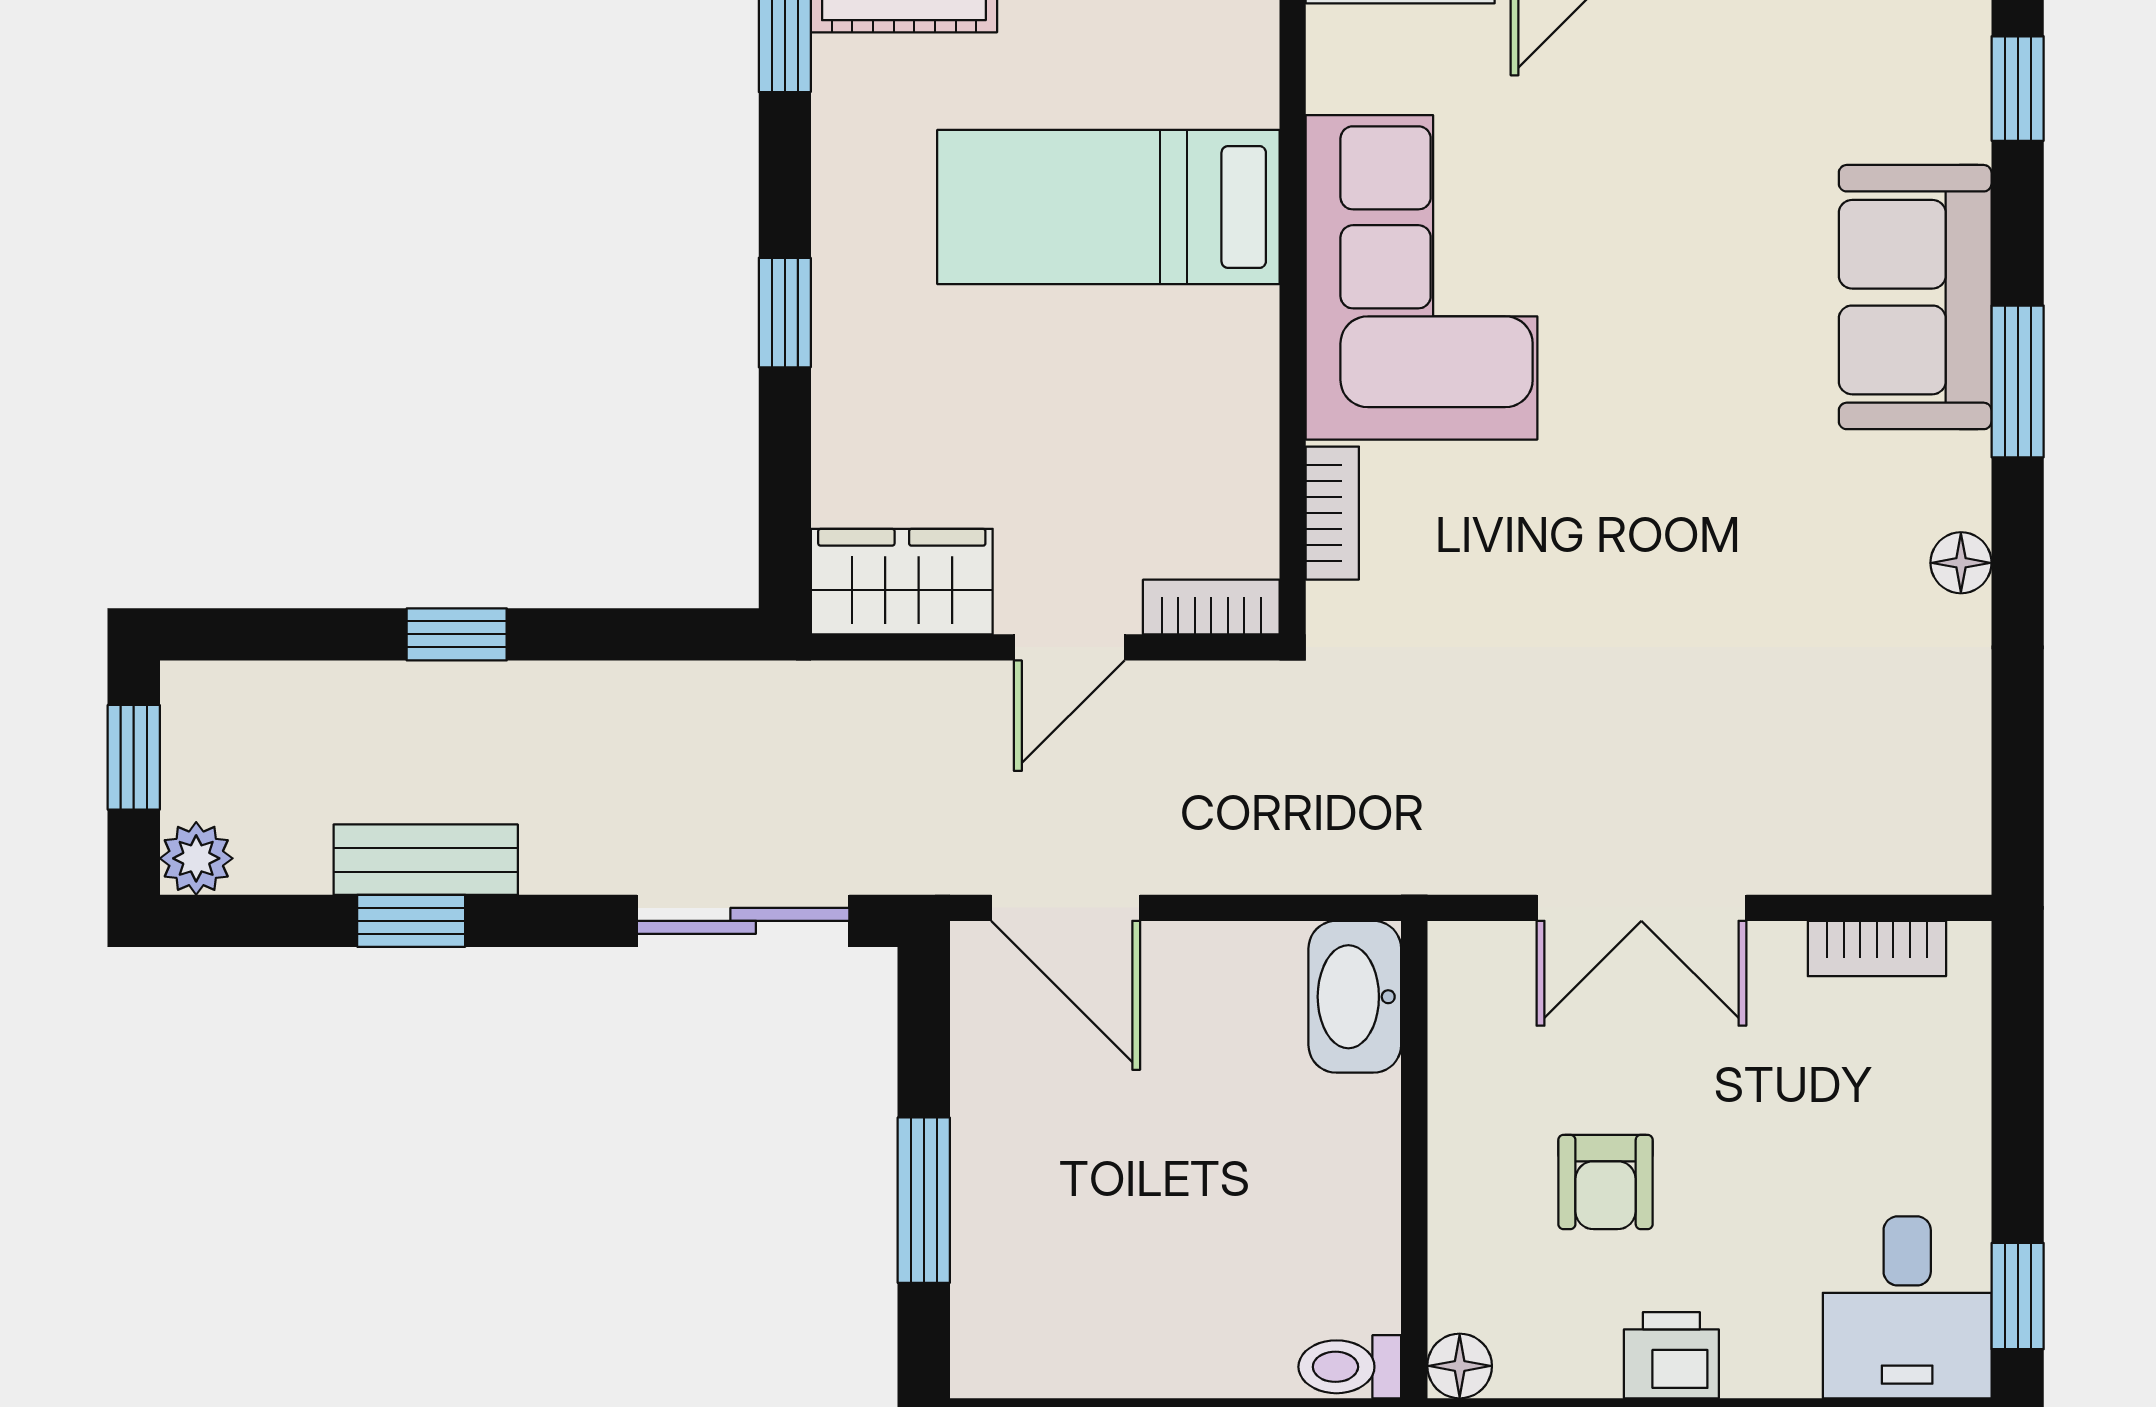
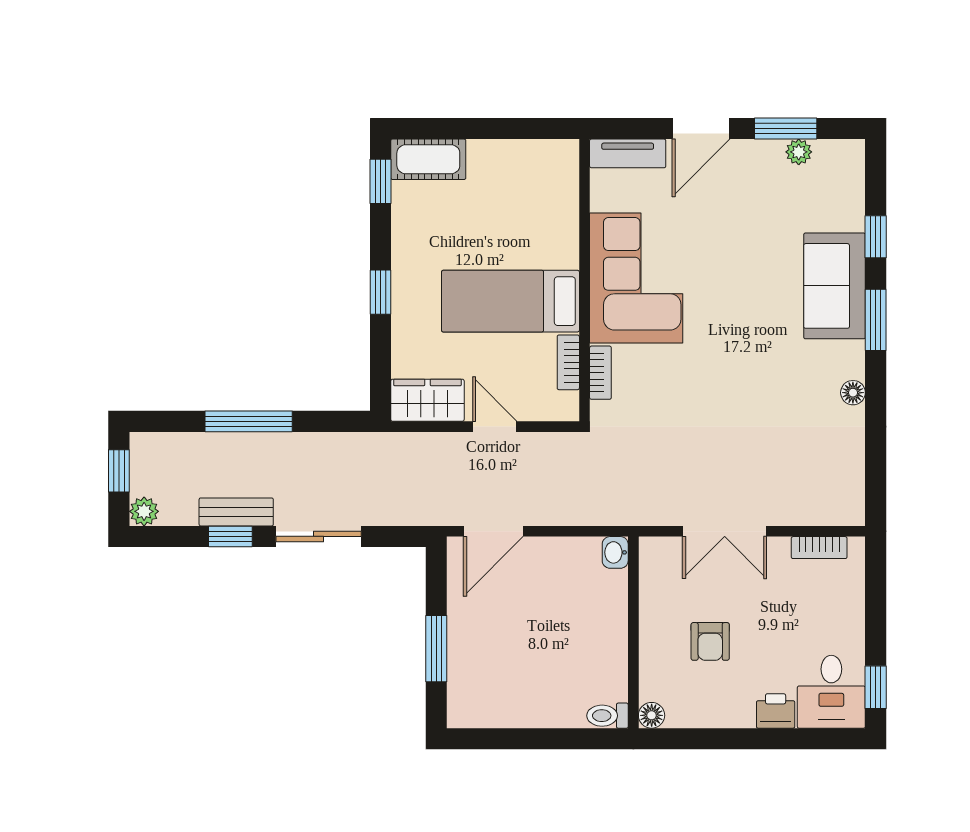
window: (2018, 89) -> (876, 237), moved
bed: (1108, 207) -> (510, 301), moved
bookcase: (1211, 607) -> (568, 362), moved, turned -90
window: (457, 634) -> (249, 421), width x2.17
door: (1069, 647) -> (495, 427), swing flipped
door: (1066, 908) -> (493, 531), hinge flipped
sliding door: (743, 921) -> (319, 536), moved
washbasin: (1355, 997) -> (615, 552), width x0.52, depth x0.69
printer: (1671, 1355) -> (776, 711), moved

